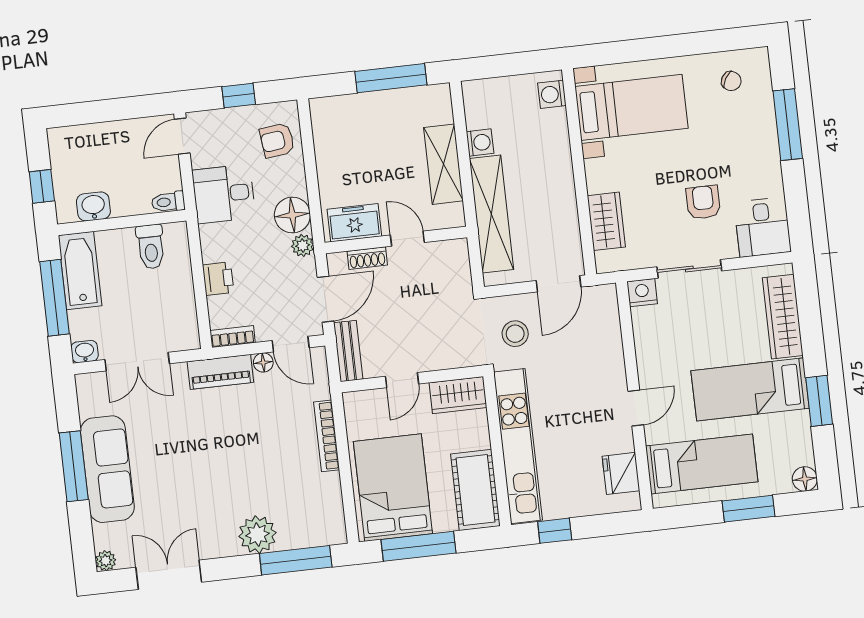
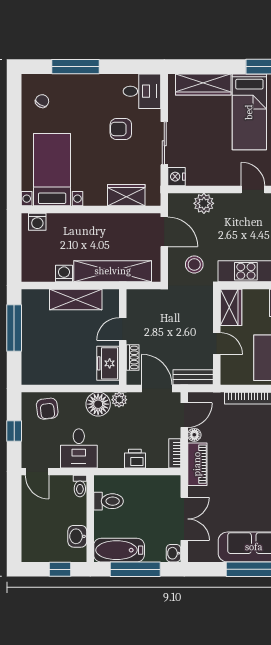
plant: (607, 337) -> (204, 203), added

